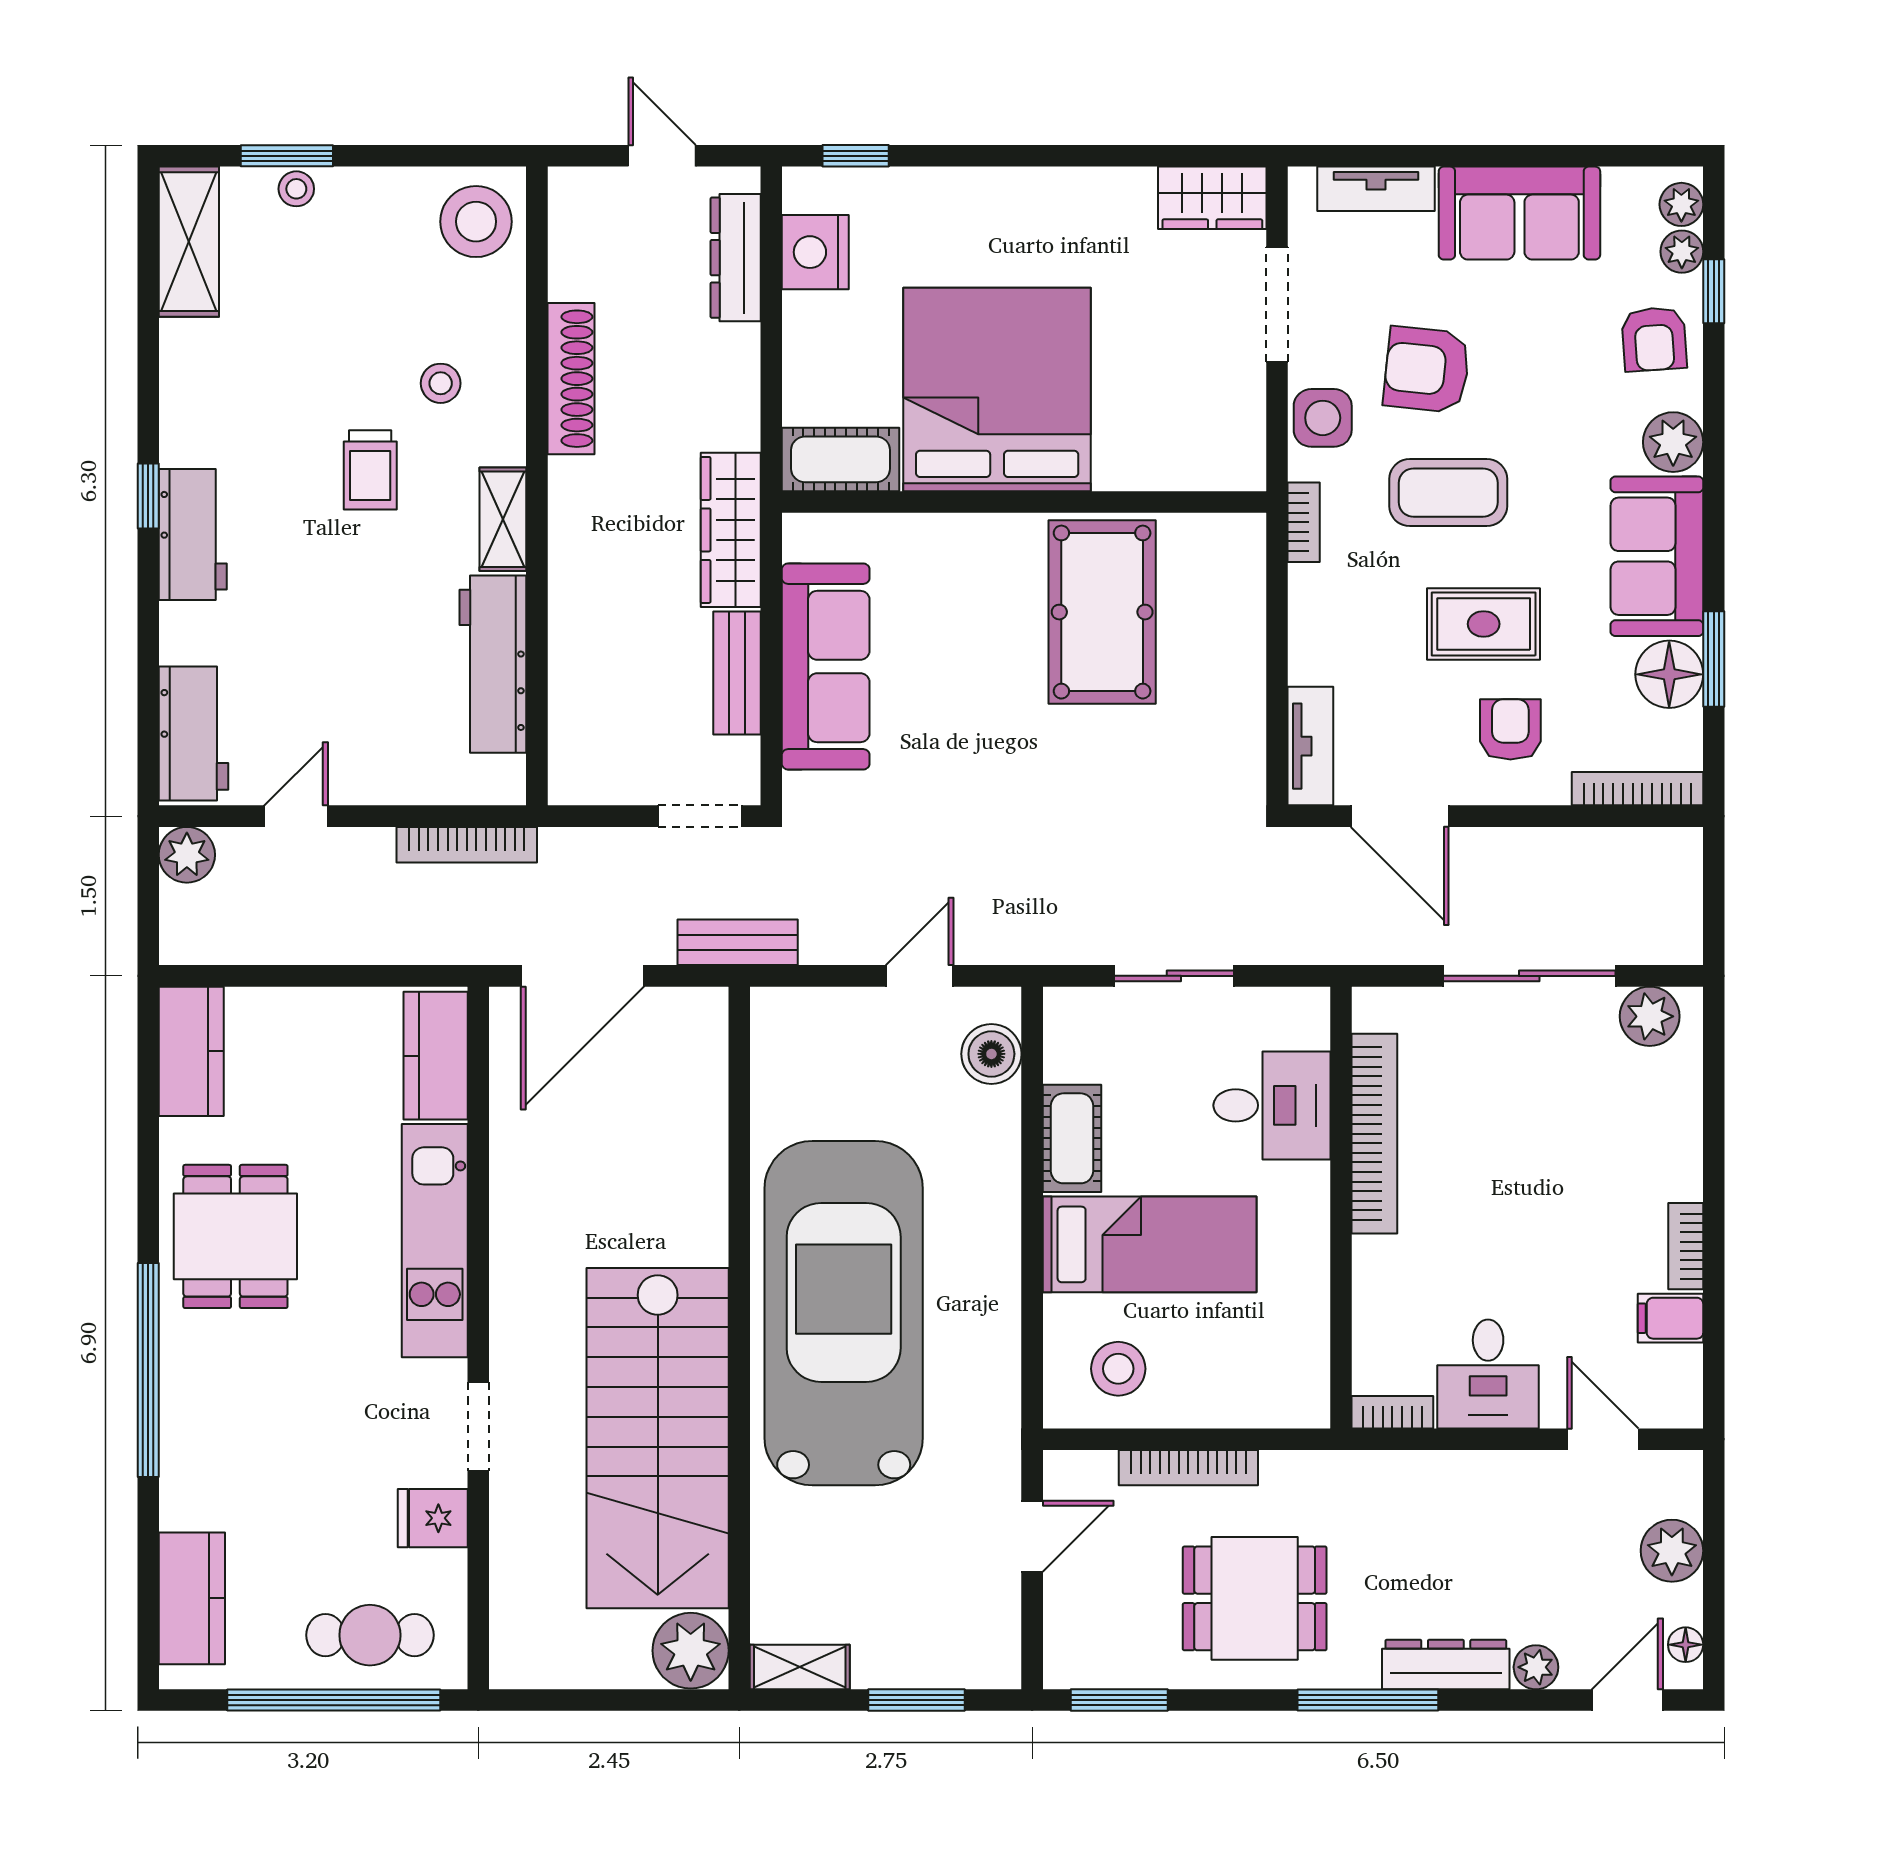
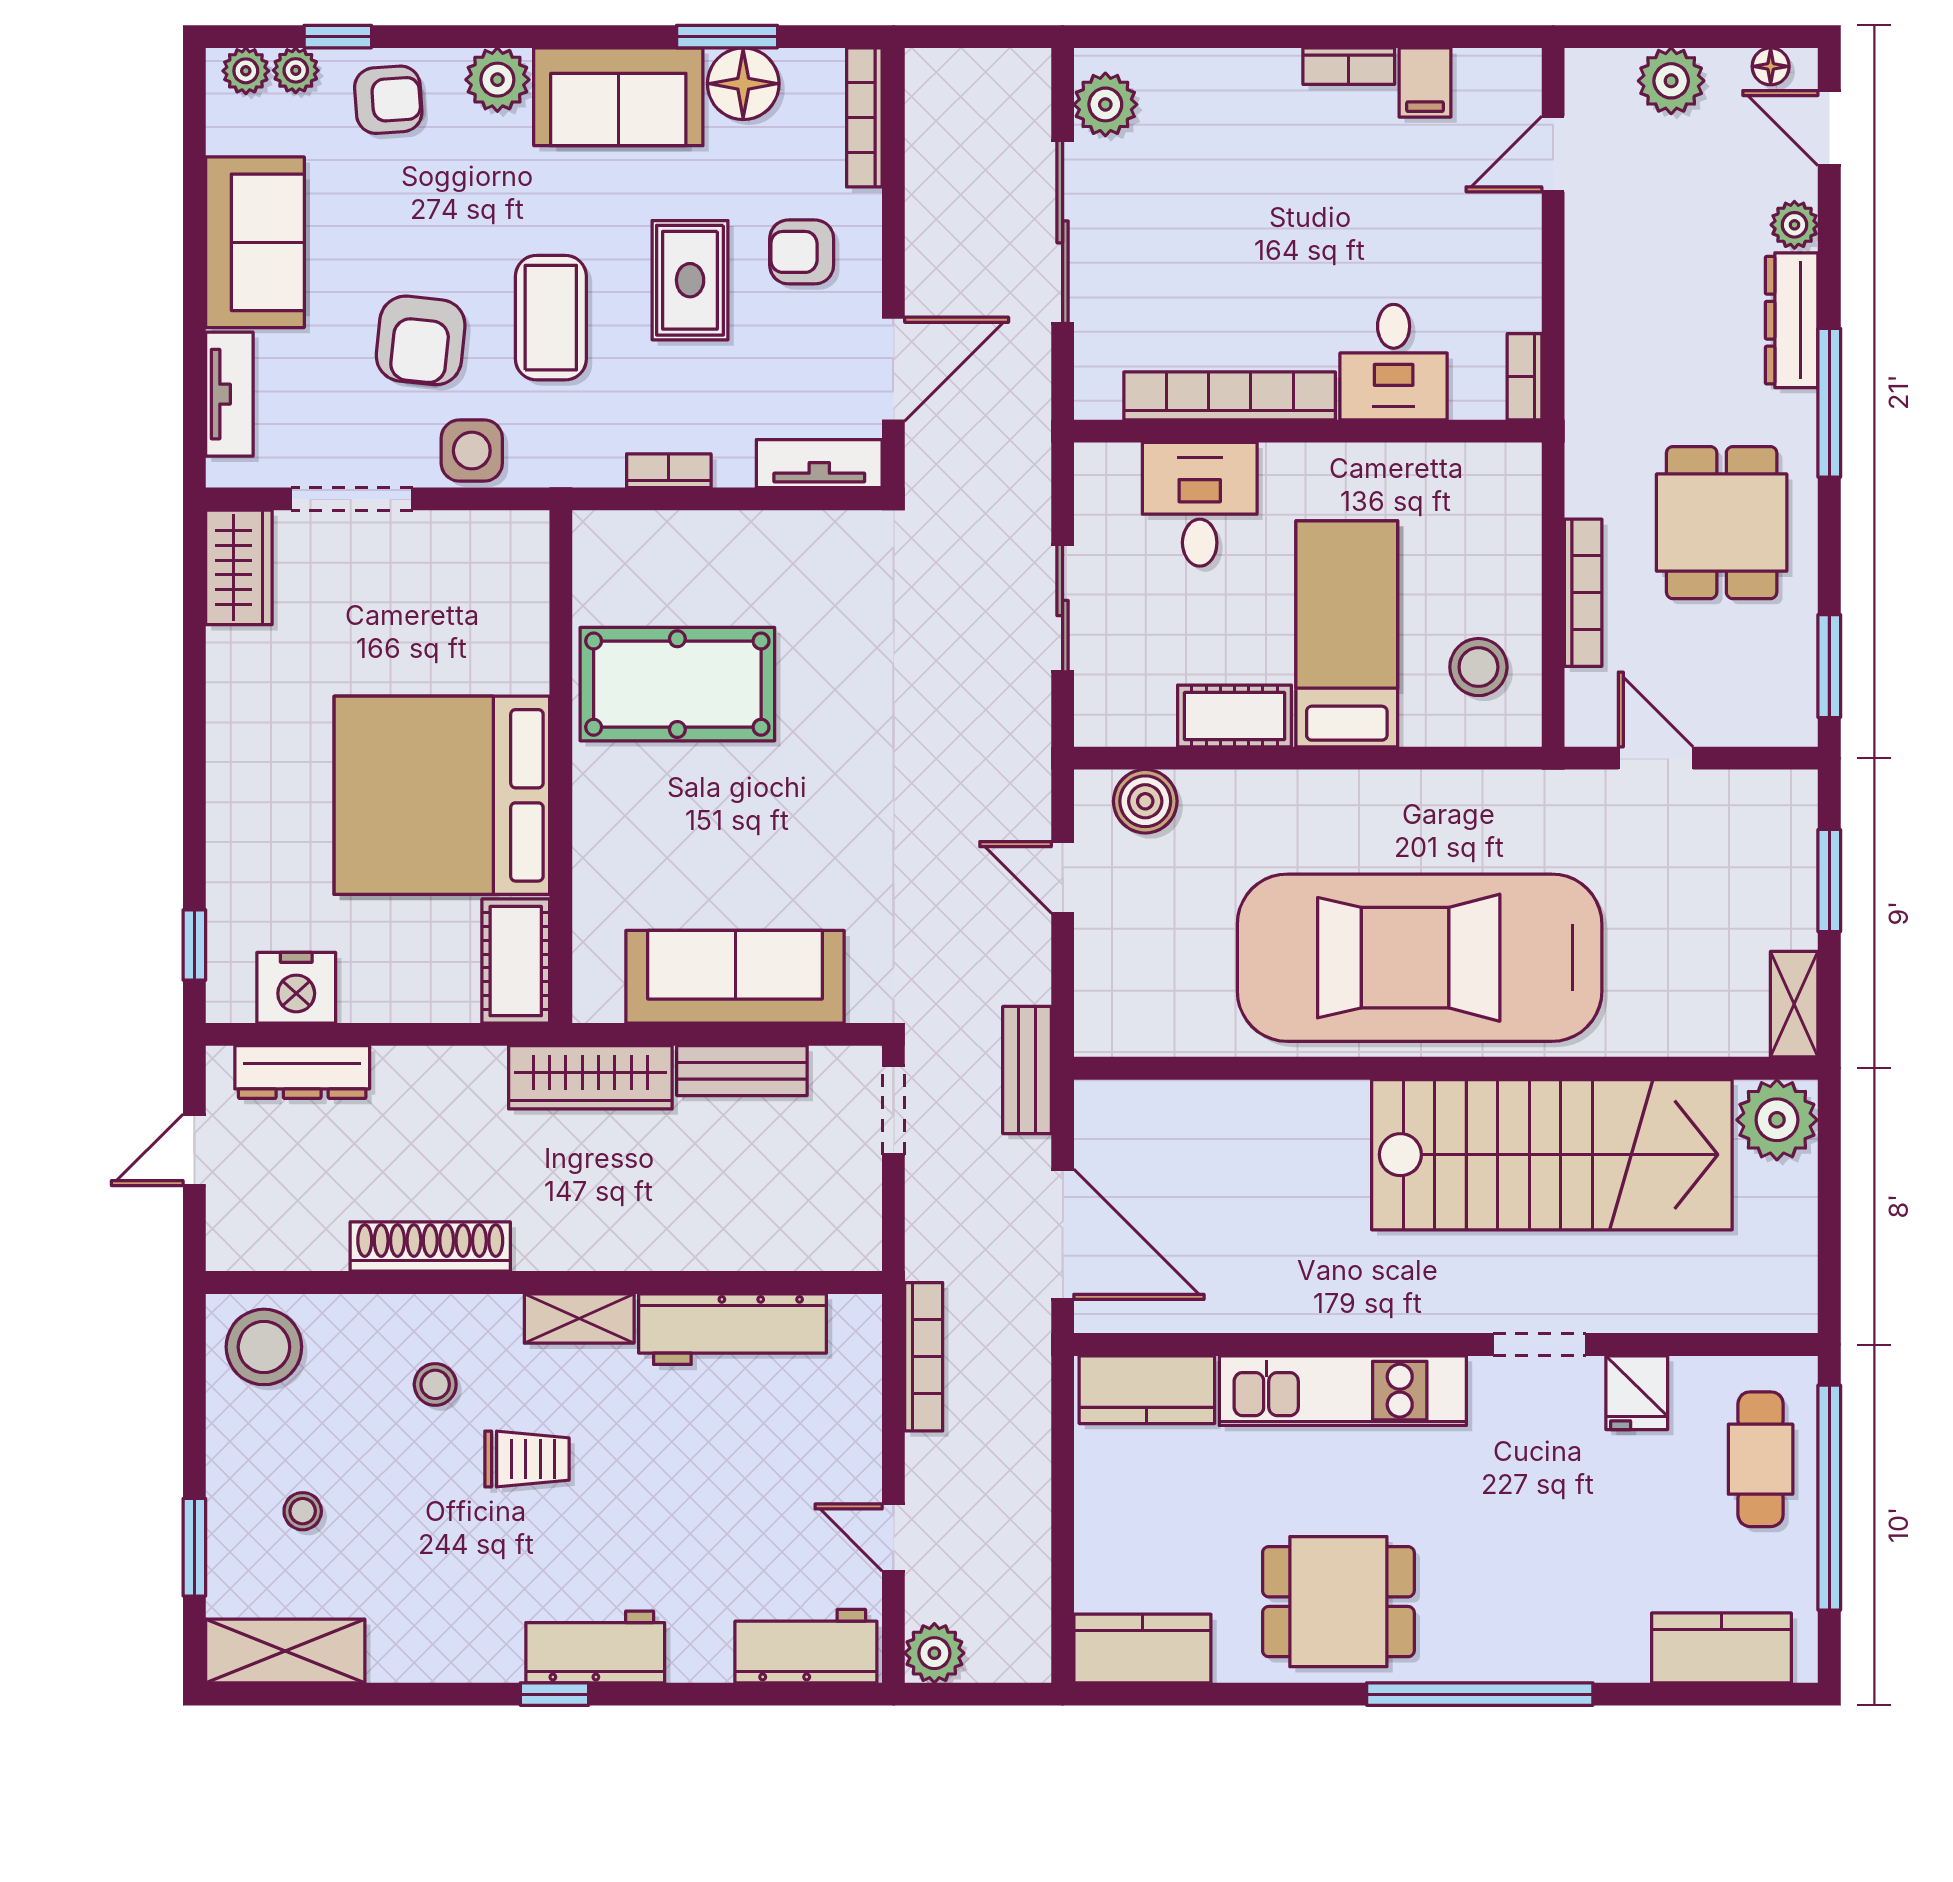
stool: (296, 189) -> (303, 1511), moved
bookcase: (1304, 522) -> (669, 471), moved
desk: (1488, 1374) -> (1394, 362), moved, turned 90

